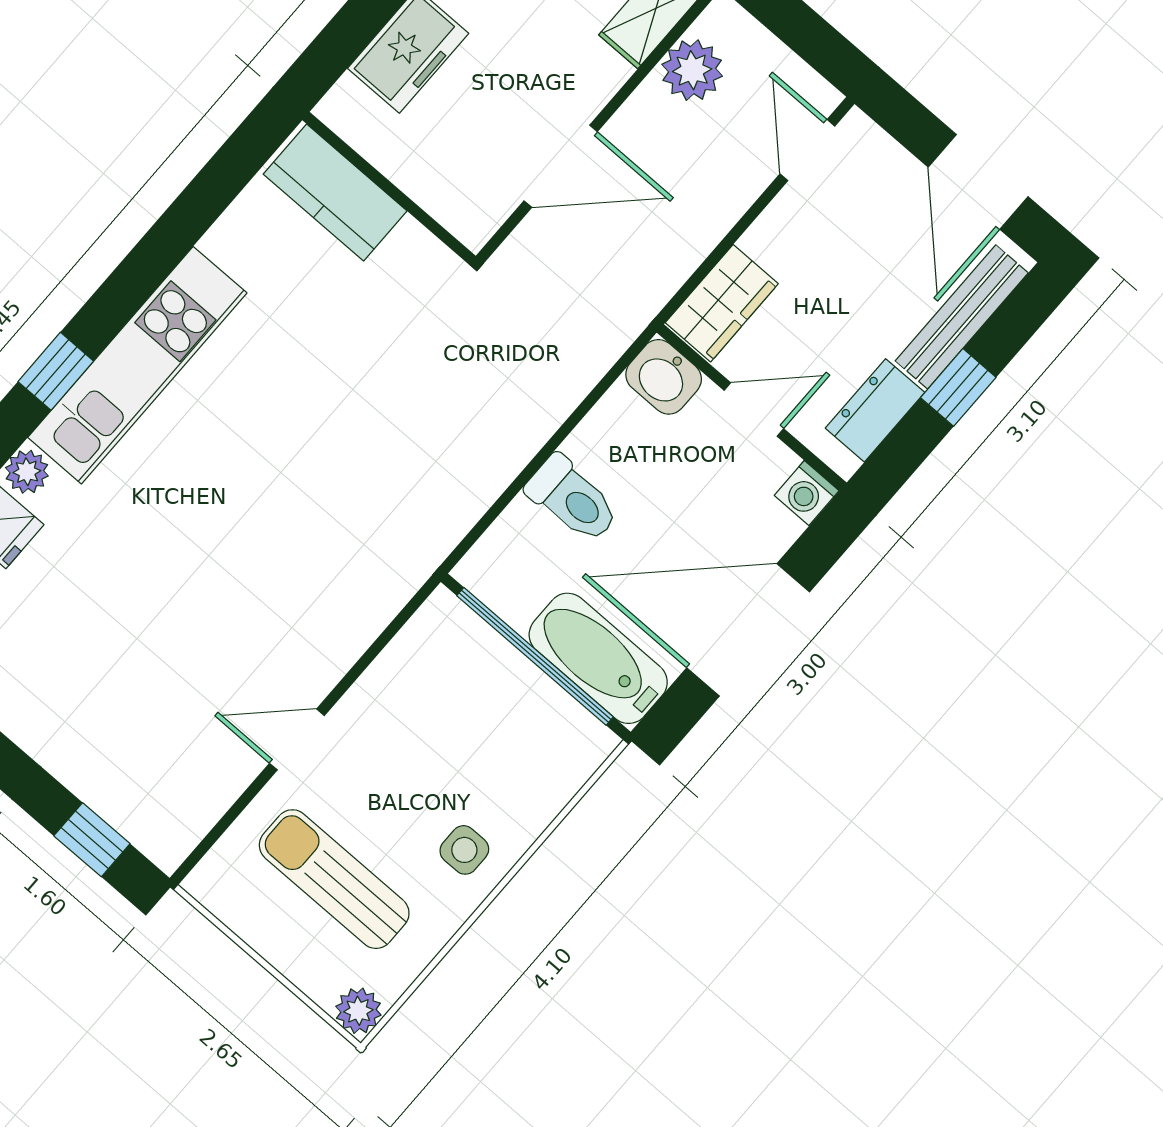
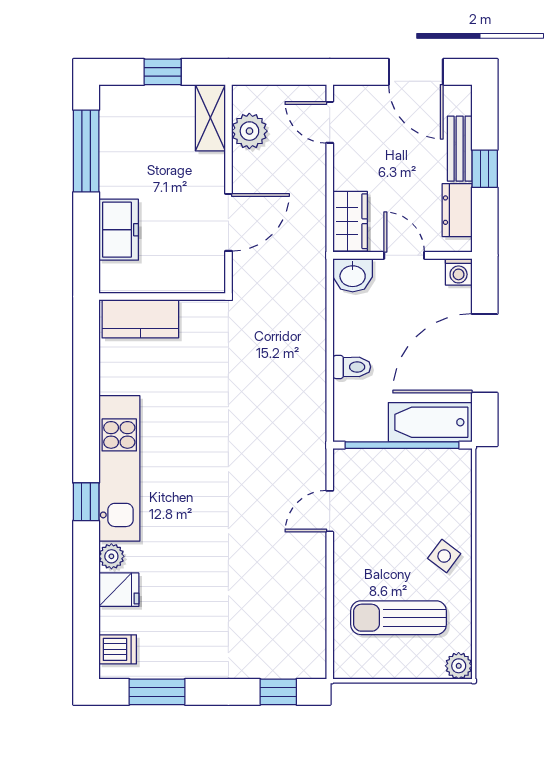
bench: (962, 317) -> (460, 149), width x0.73
door: (754, 409) -> (404, 255), hinge flipped
toilet: (573, 499) -> (352, 367), width x0.73, depth x0.72
door: (297, 739) -> (330, 511), moved
side table: (464, 850) -> (444, 556), turned 37

